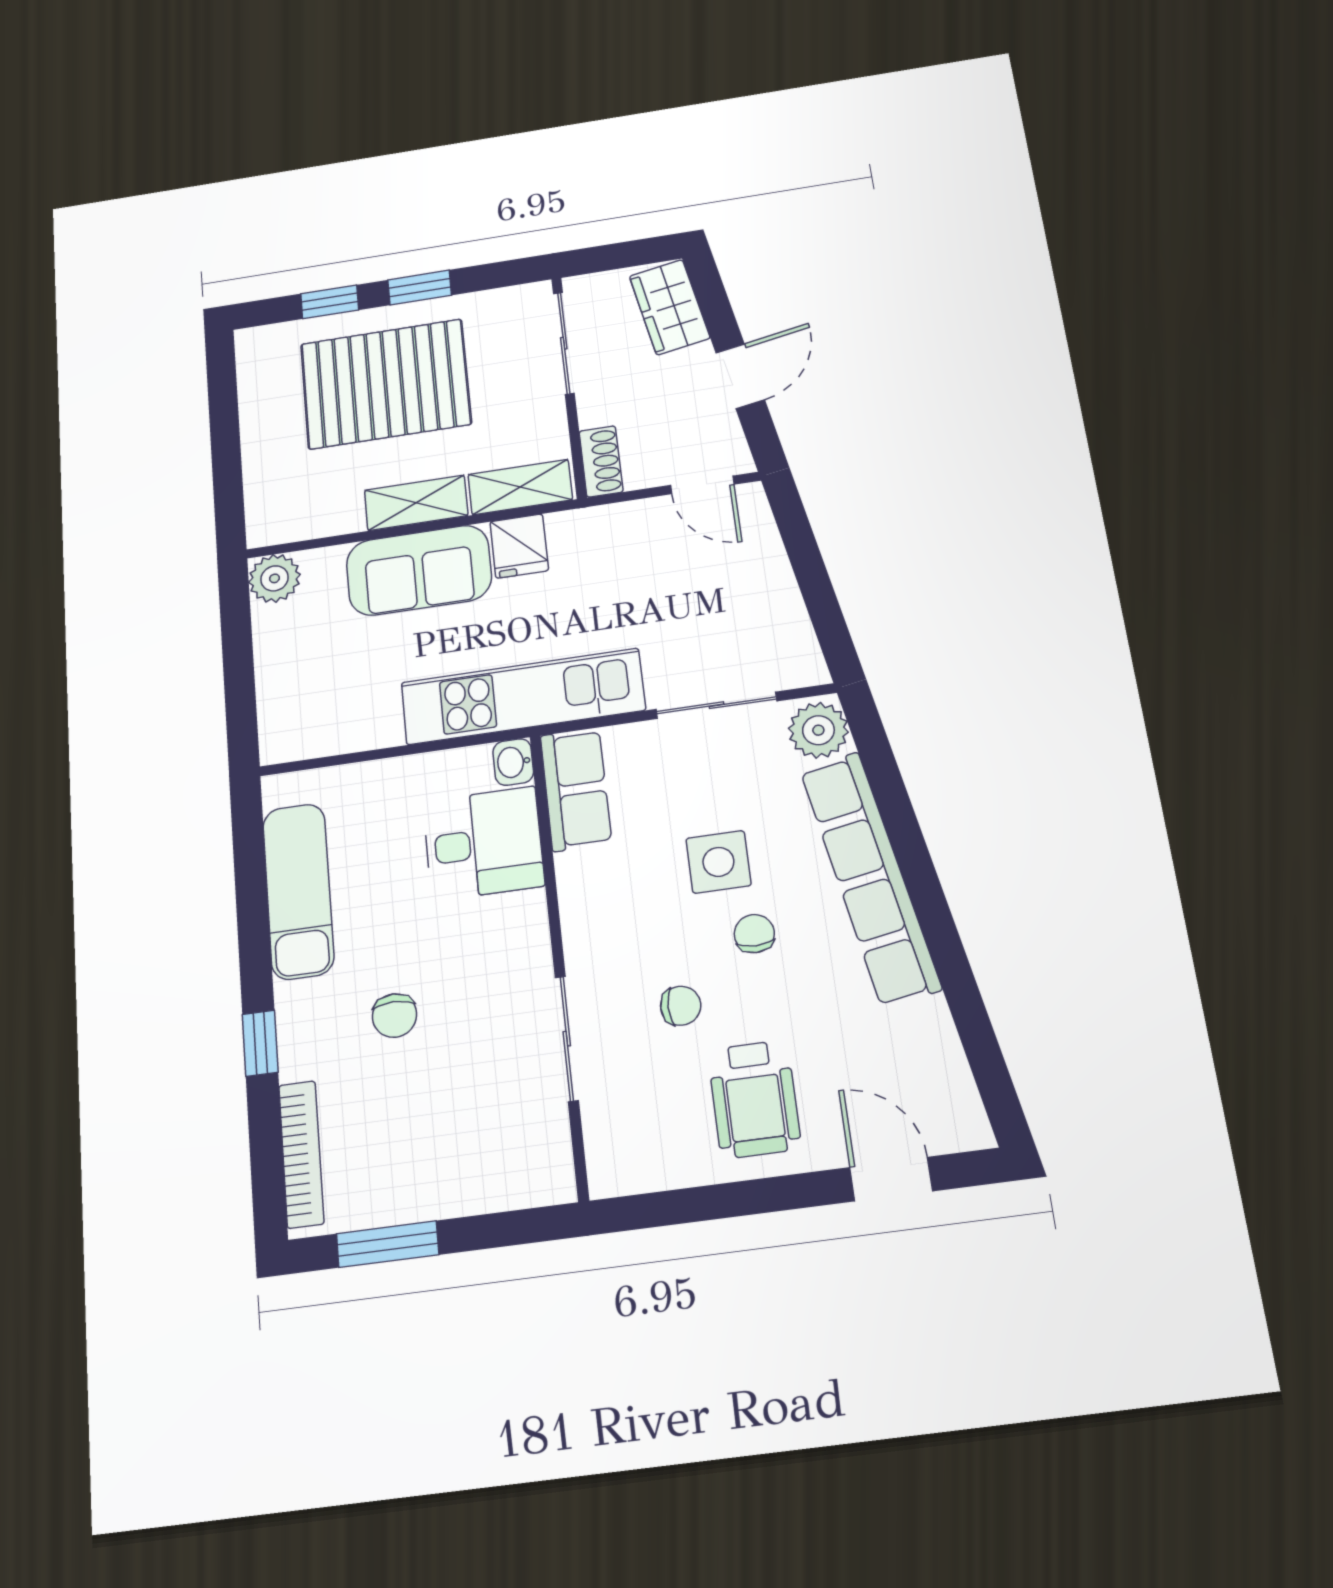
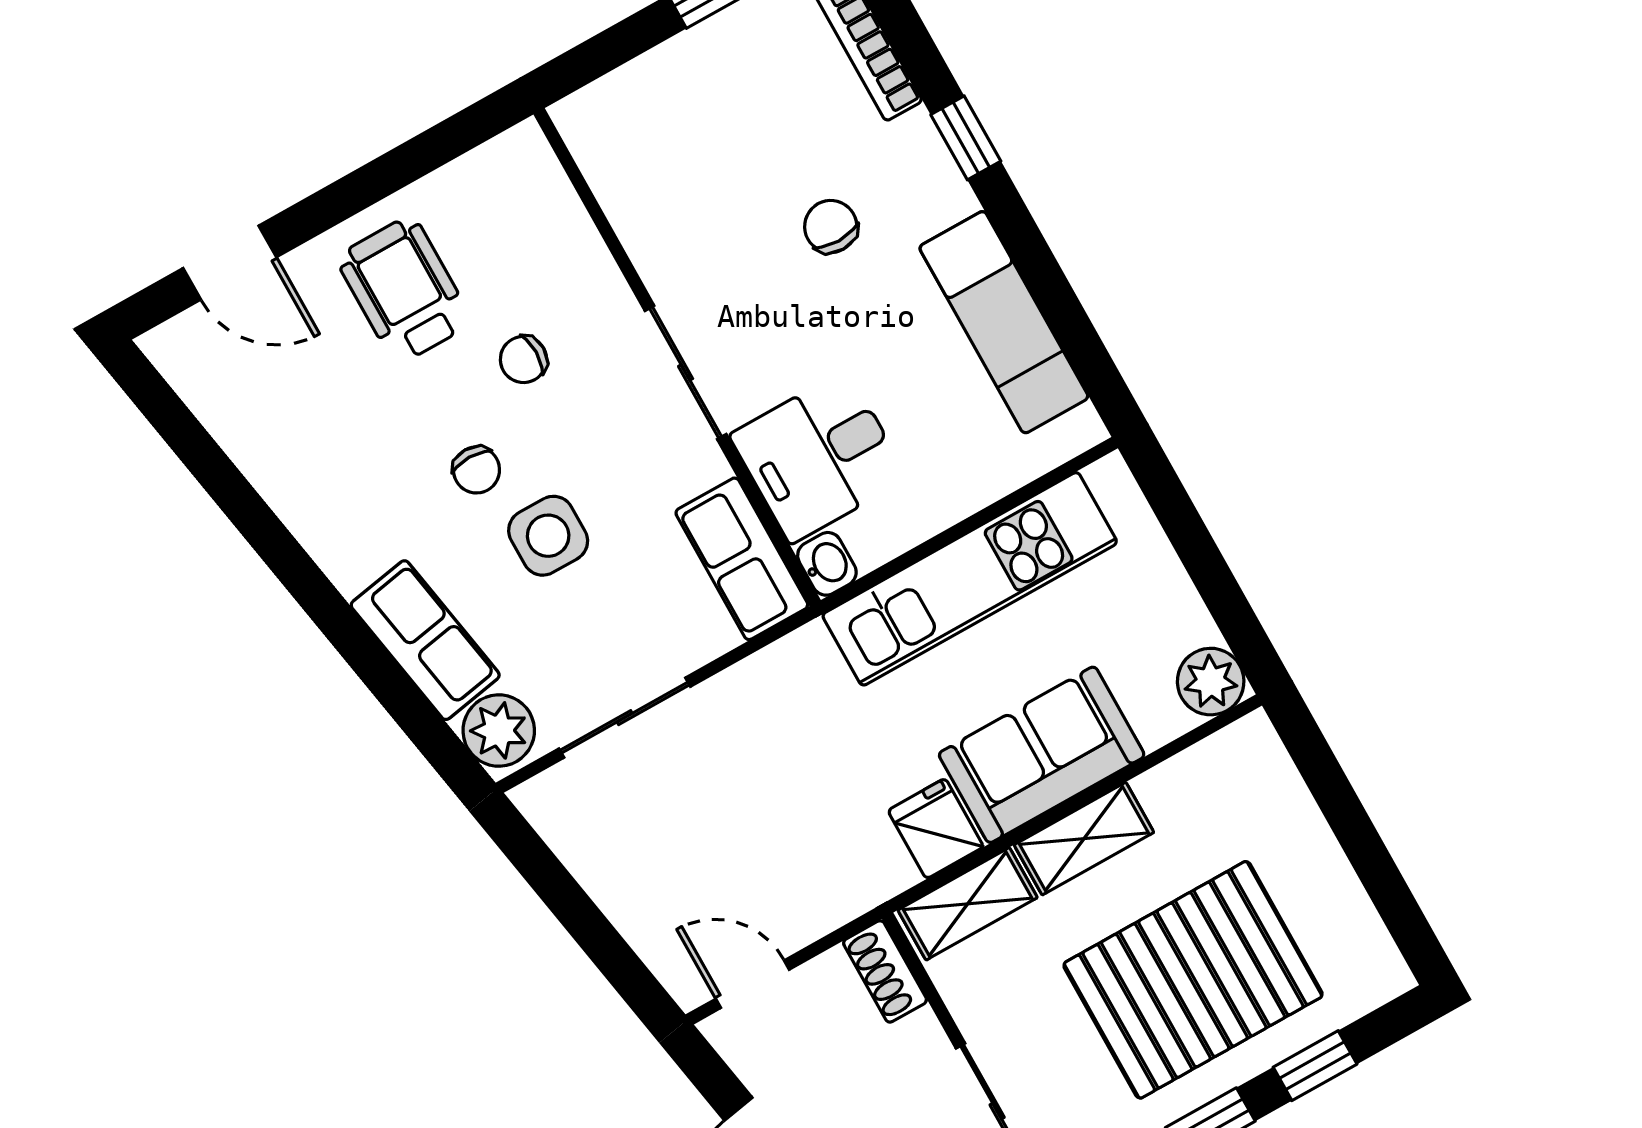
kitchen unit: (523, 696) -> (970, 579), moved
row of seats: (870, 878) -> (425, 640), width x0.50
sliding door: (567, 1039) -> (686, 372), moved

